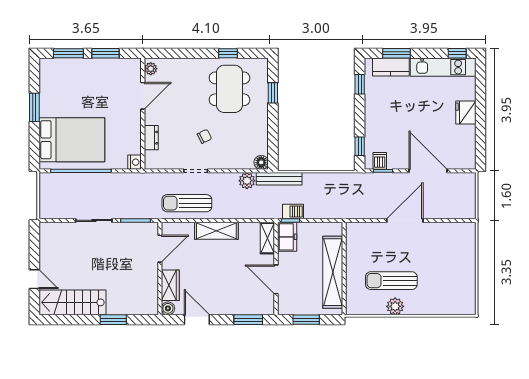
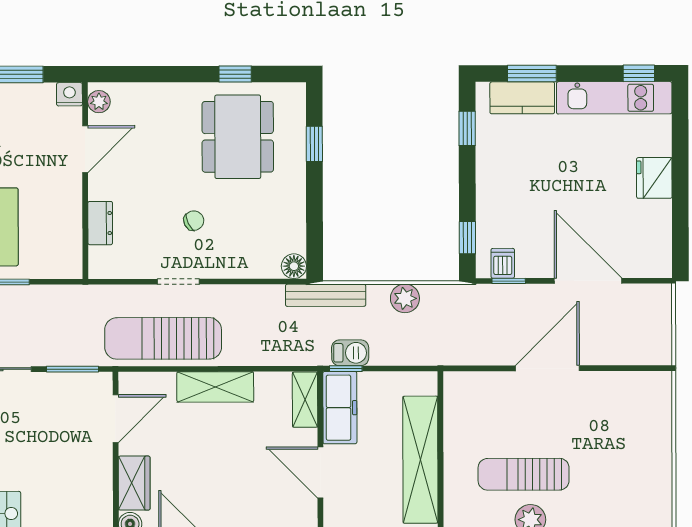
nightstand: (135, 162) -> (69, 94), moved, turned -90
plant: (247, 181) -> (405, 298), moved
sun lounger: (187, 203) -> (163, 338), width x1.36, depth x1.34
freezer: (287, 237) -> (340, 408), width x1.40

